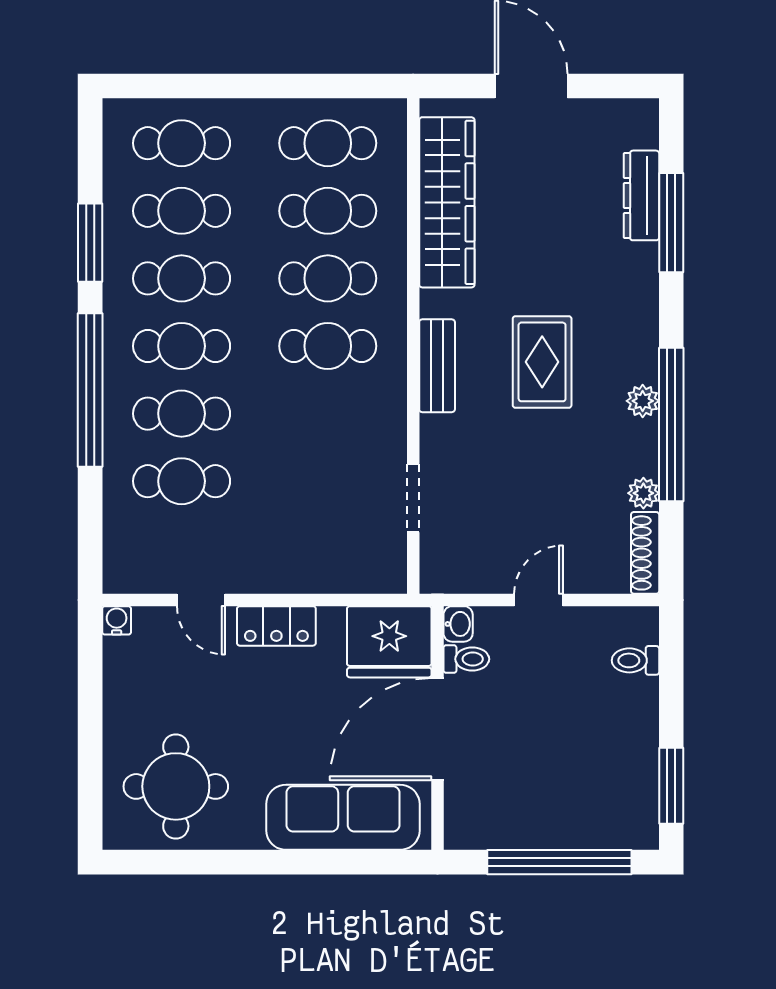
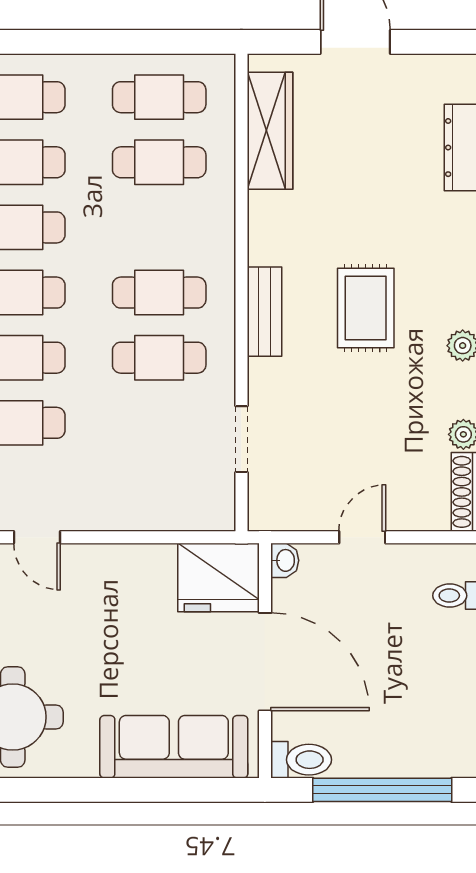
wardrobe: (447, 202) -> (270, 131), width x0.71, depth x0.85
cafe table: (328, 278) -> (159, 358), moved
locker: (276, 626) -> (110, 562), removed
toilet: (466, 659) -> (301, 760), moved, width x1.37, depth x1.39
door: (438, 729) -> (265, 662), swing flipped

